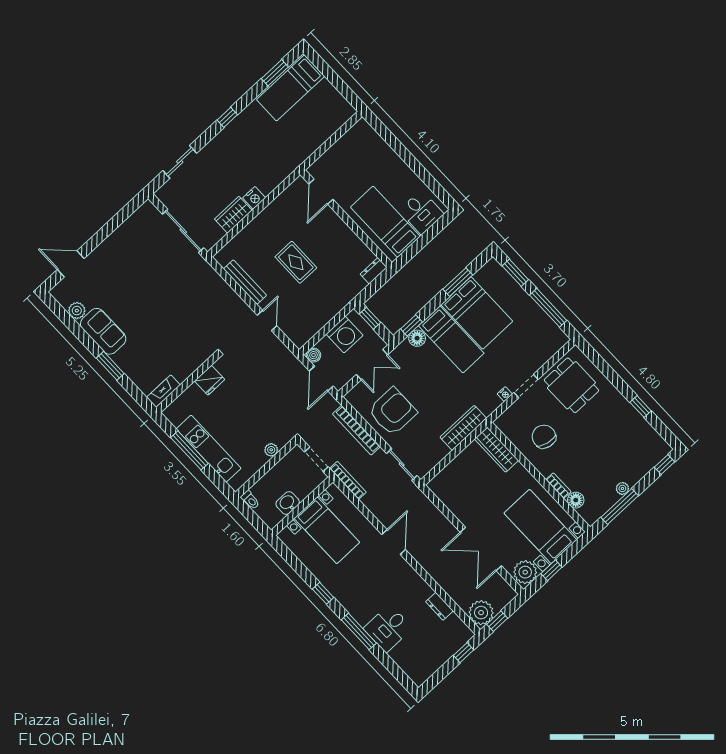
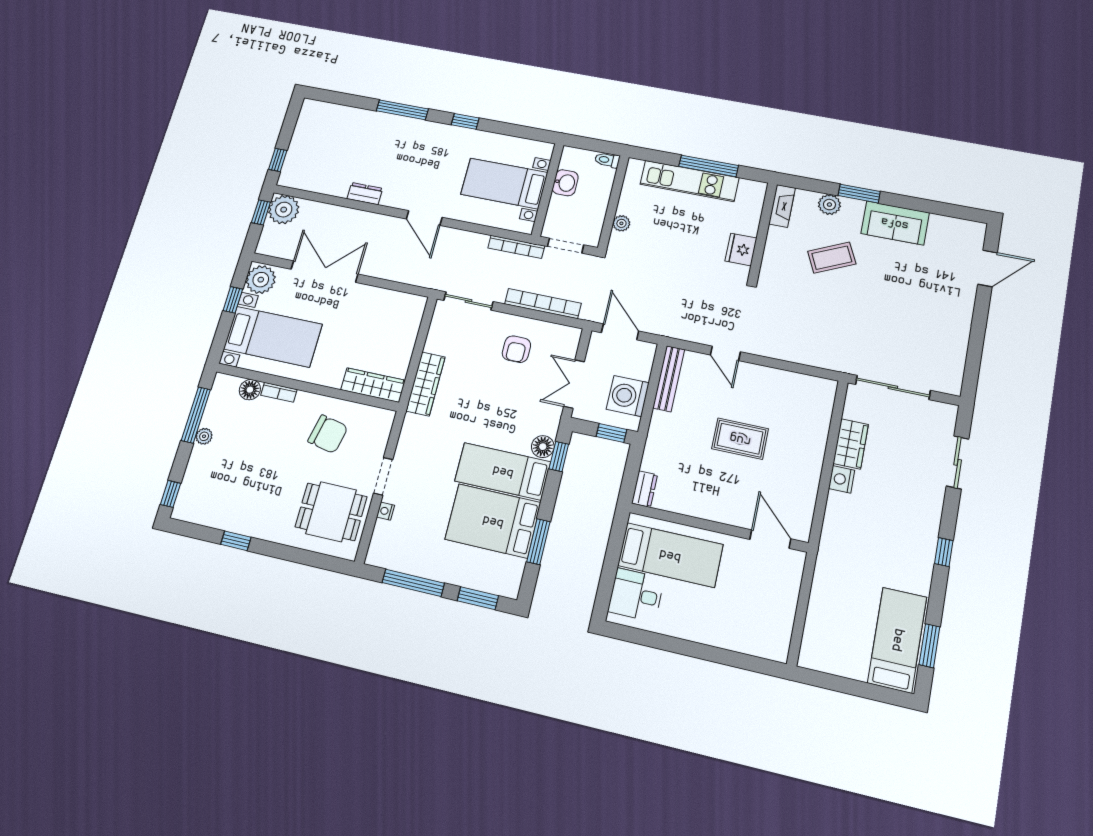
bench: (245, 282) -> (669, 379), moved, turned 90
plant: (77, 311) -> (829, 205), moved
coffee table: (158, 336) -> (832, 258), added
boiler: (314, 355) -> (646, 351), removed
nightstand: (505, 394) -> (386, 511), moved
armchair: (392, 412) -> (516, 349), width x0.53, depth x0.53
dresser: (439, 606) -> (365, 194), moved
desk: (388, 628) -> (374, 132), removed

